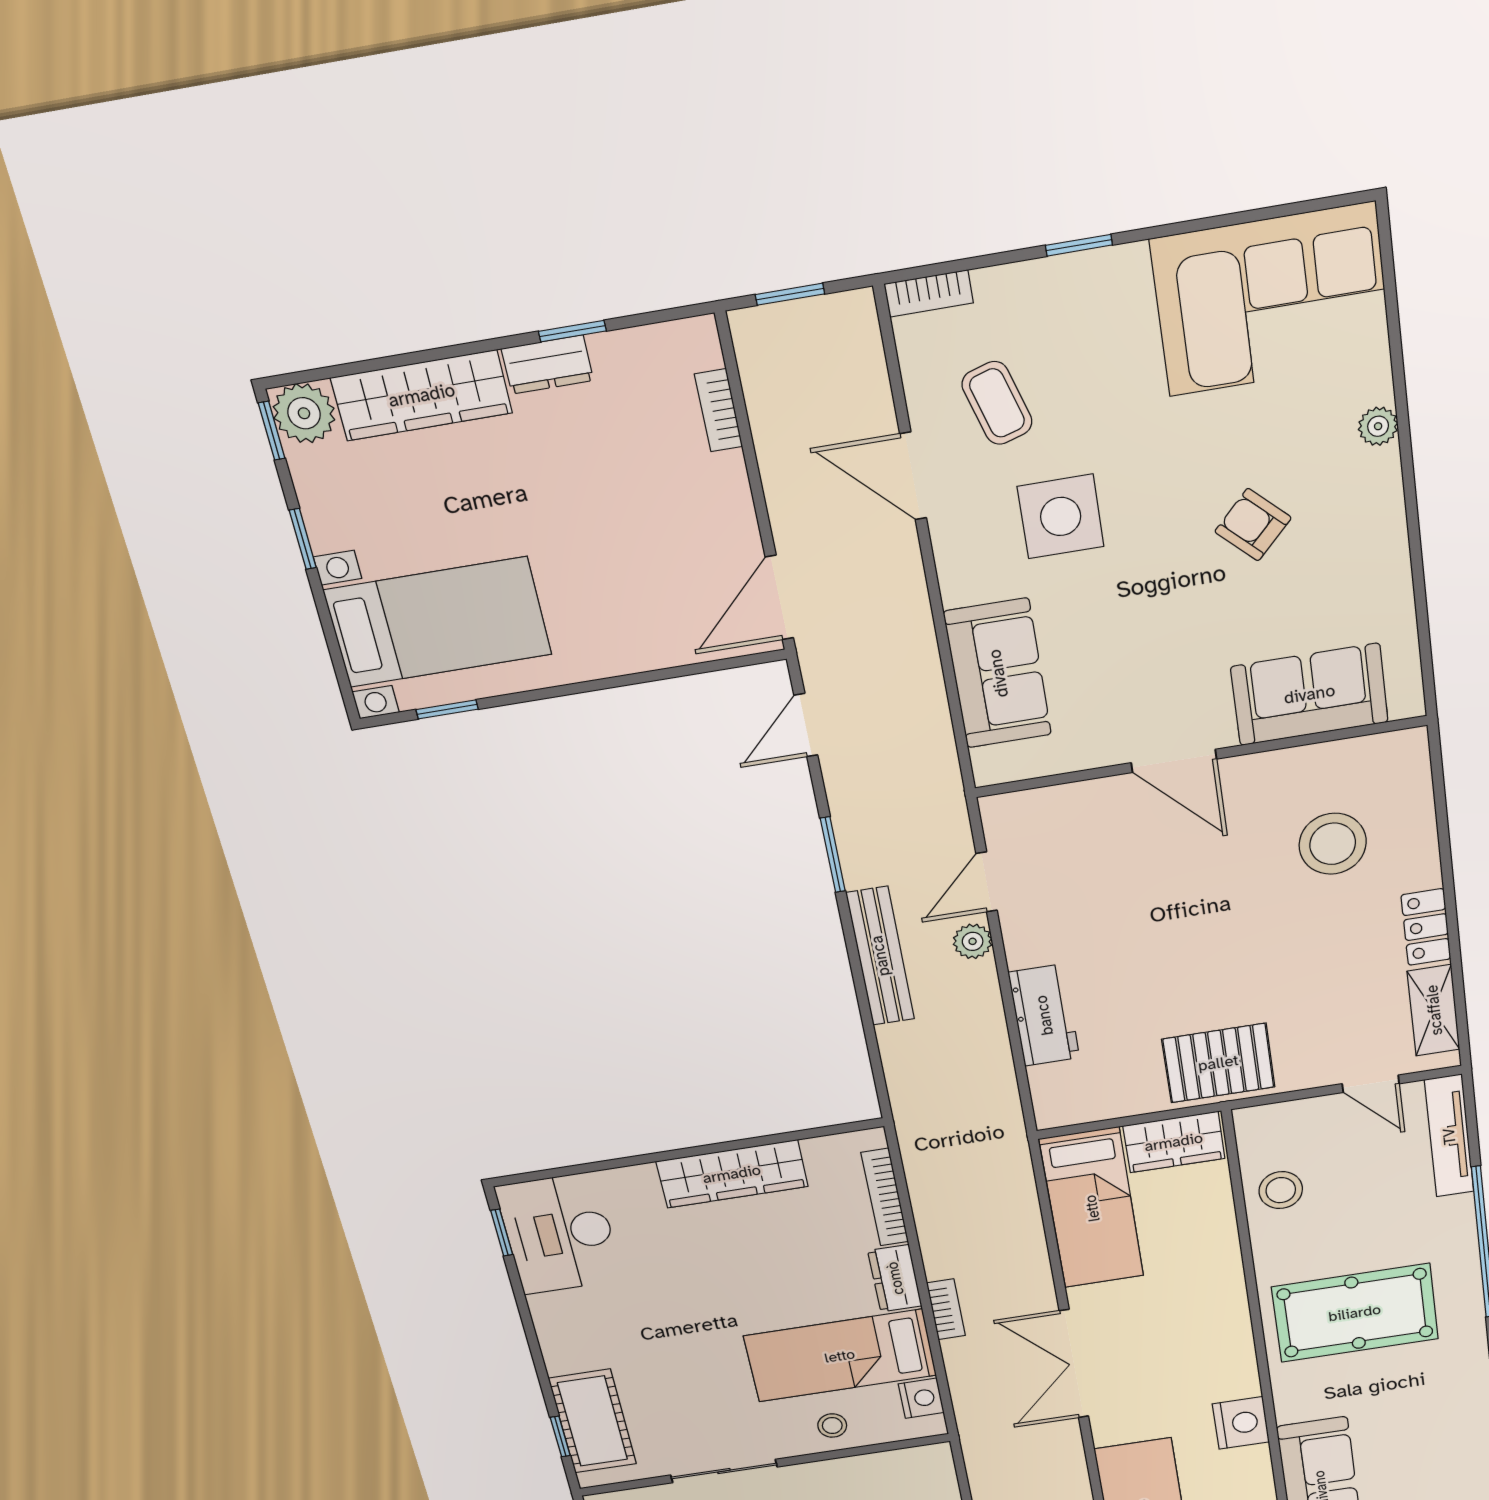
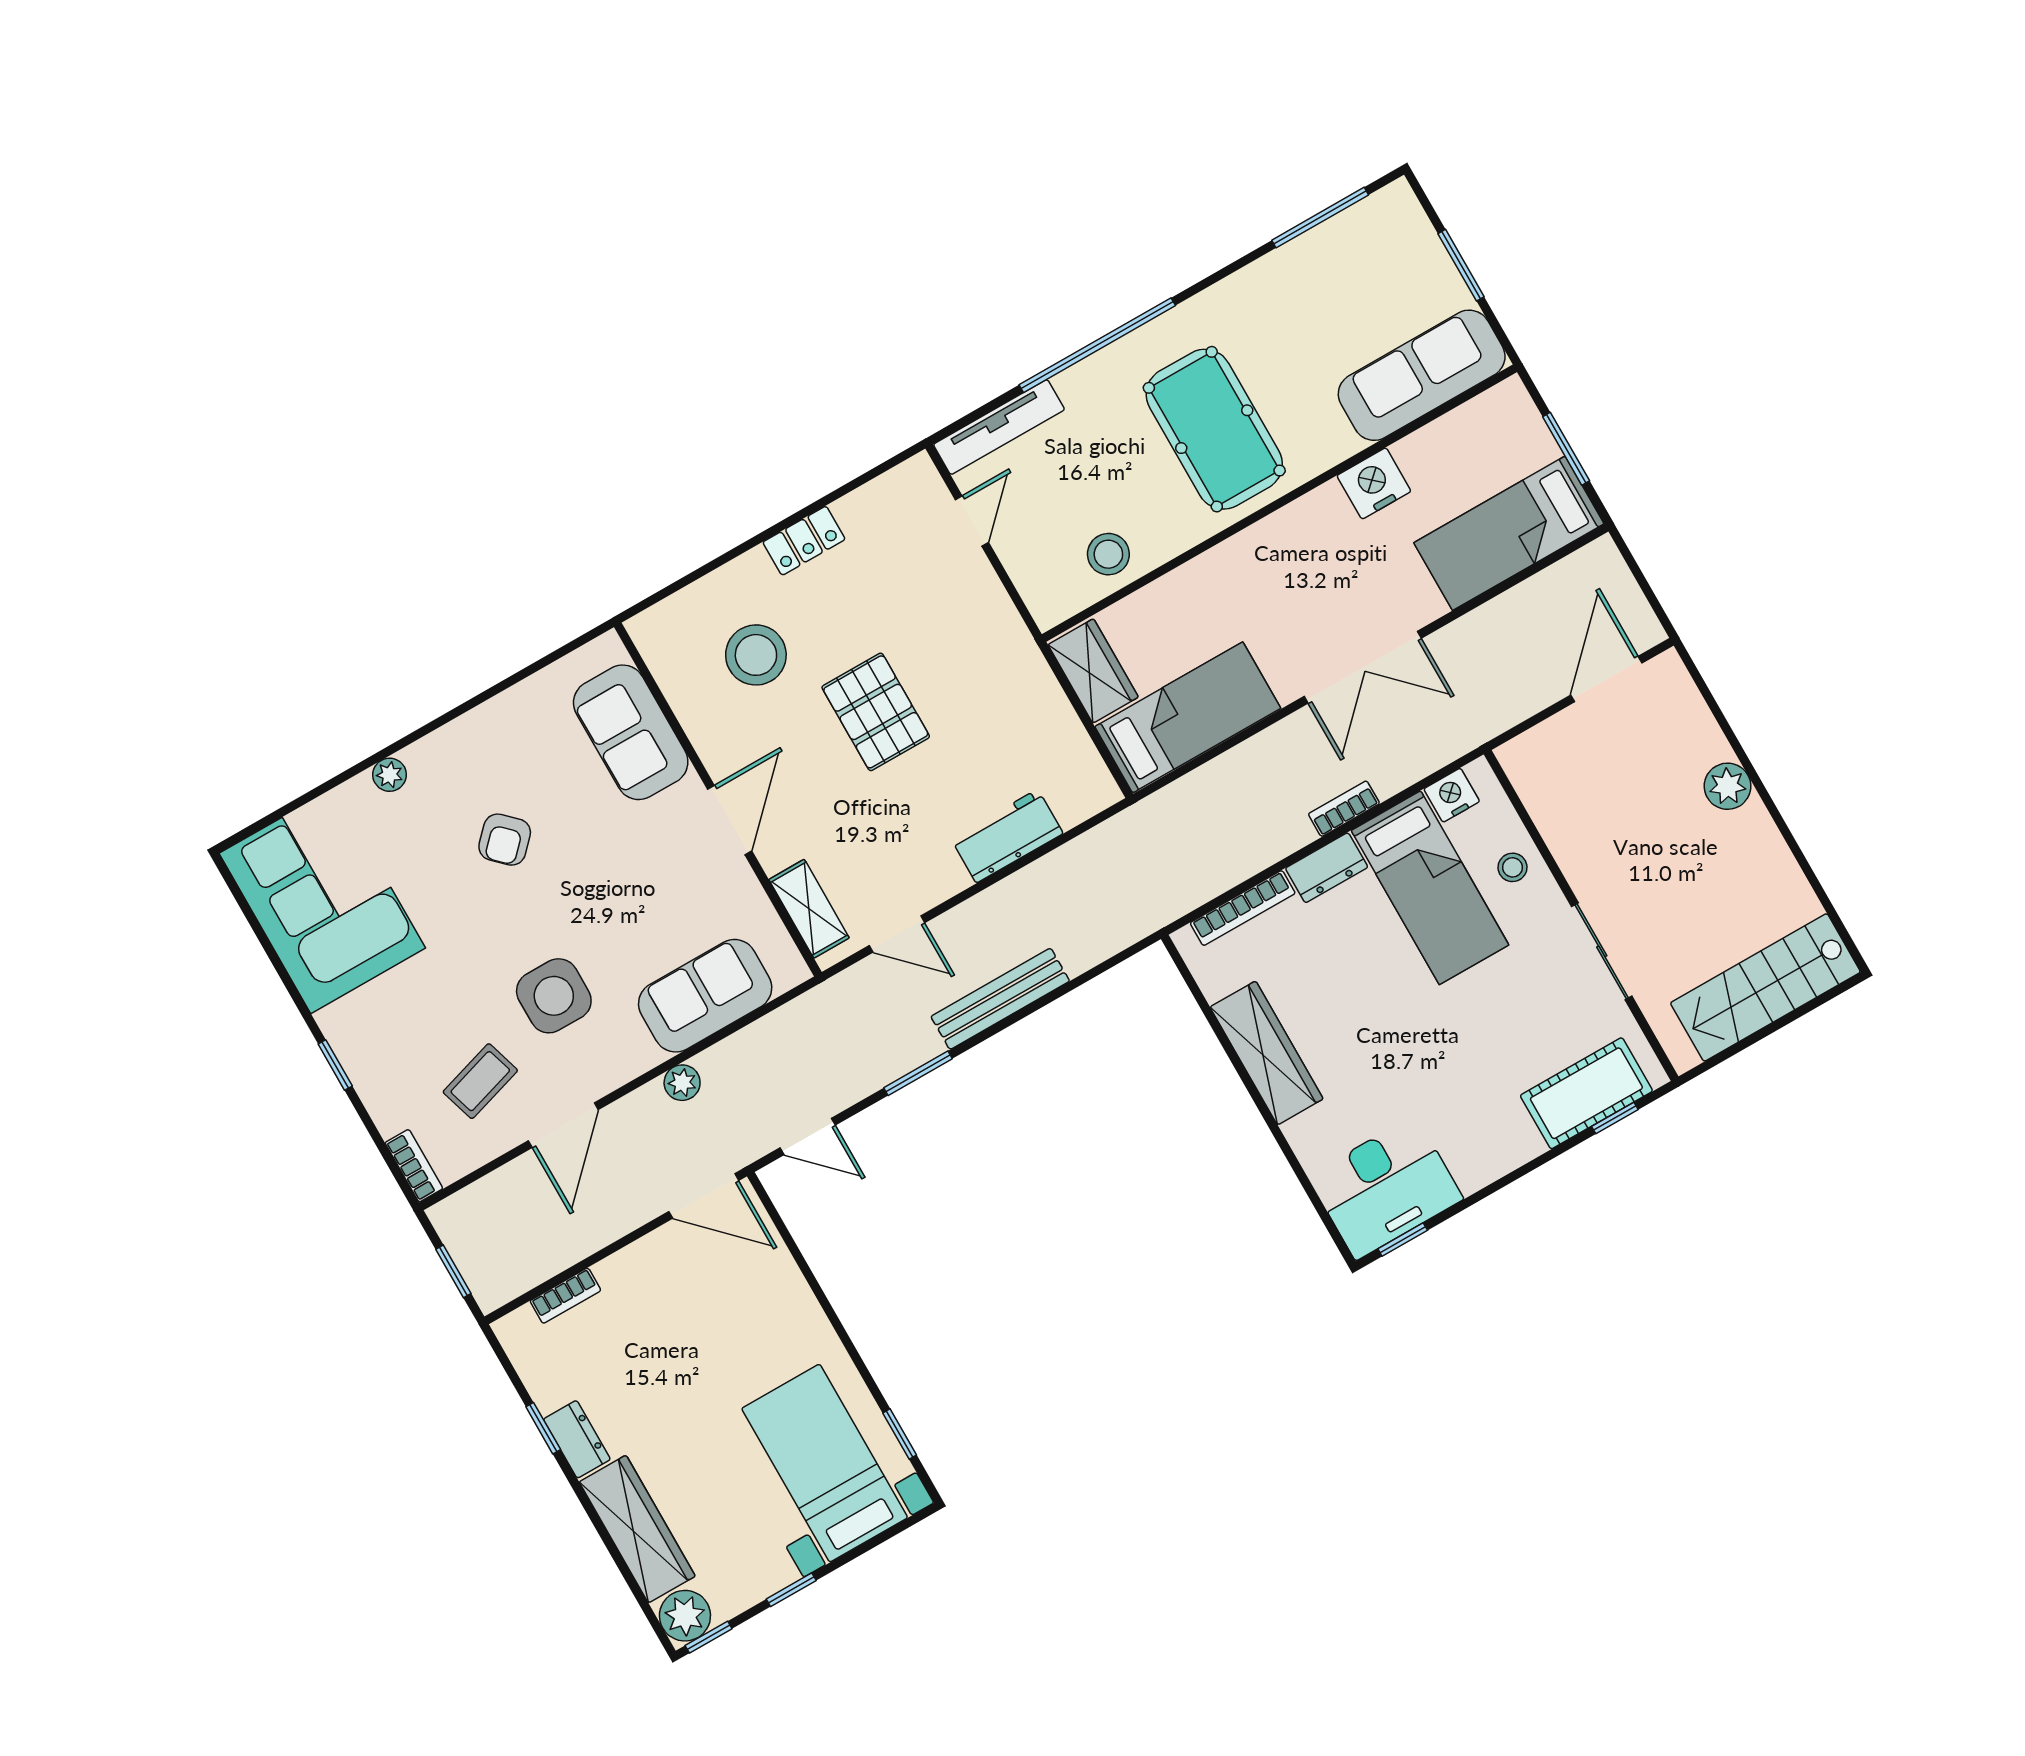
plant: (973, 941) -> (682, 1083), moved
shelving: (1434, 1010) -> (809, 909), moved, turned 90
pallet: (1218, 1063) -> (876, 712), moved

